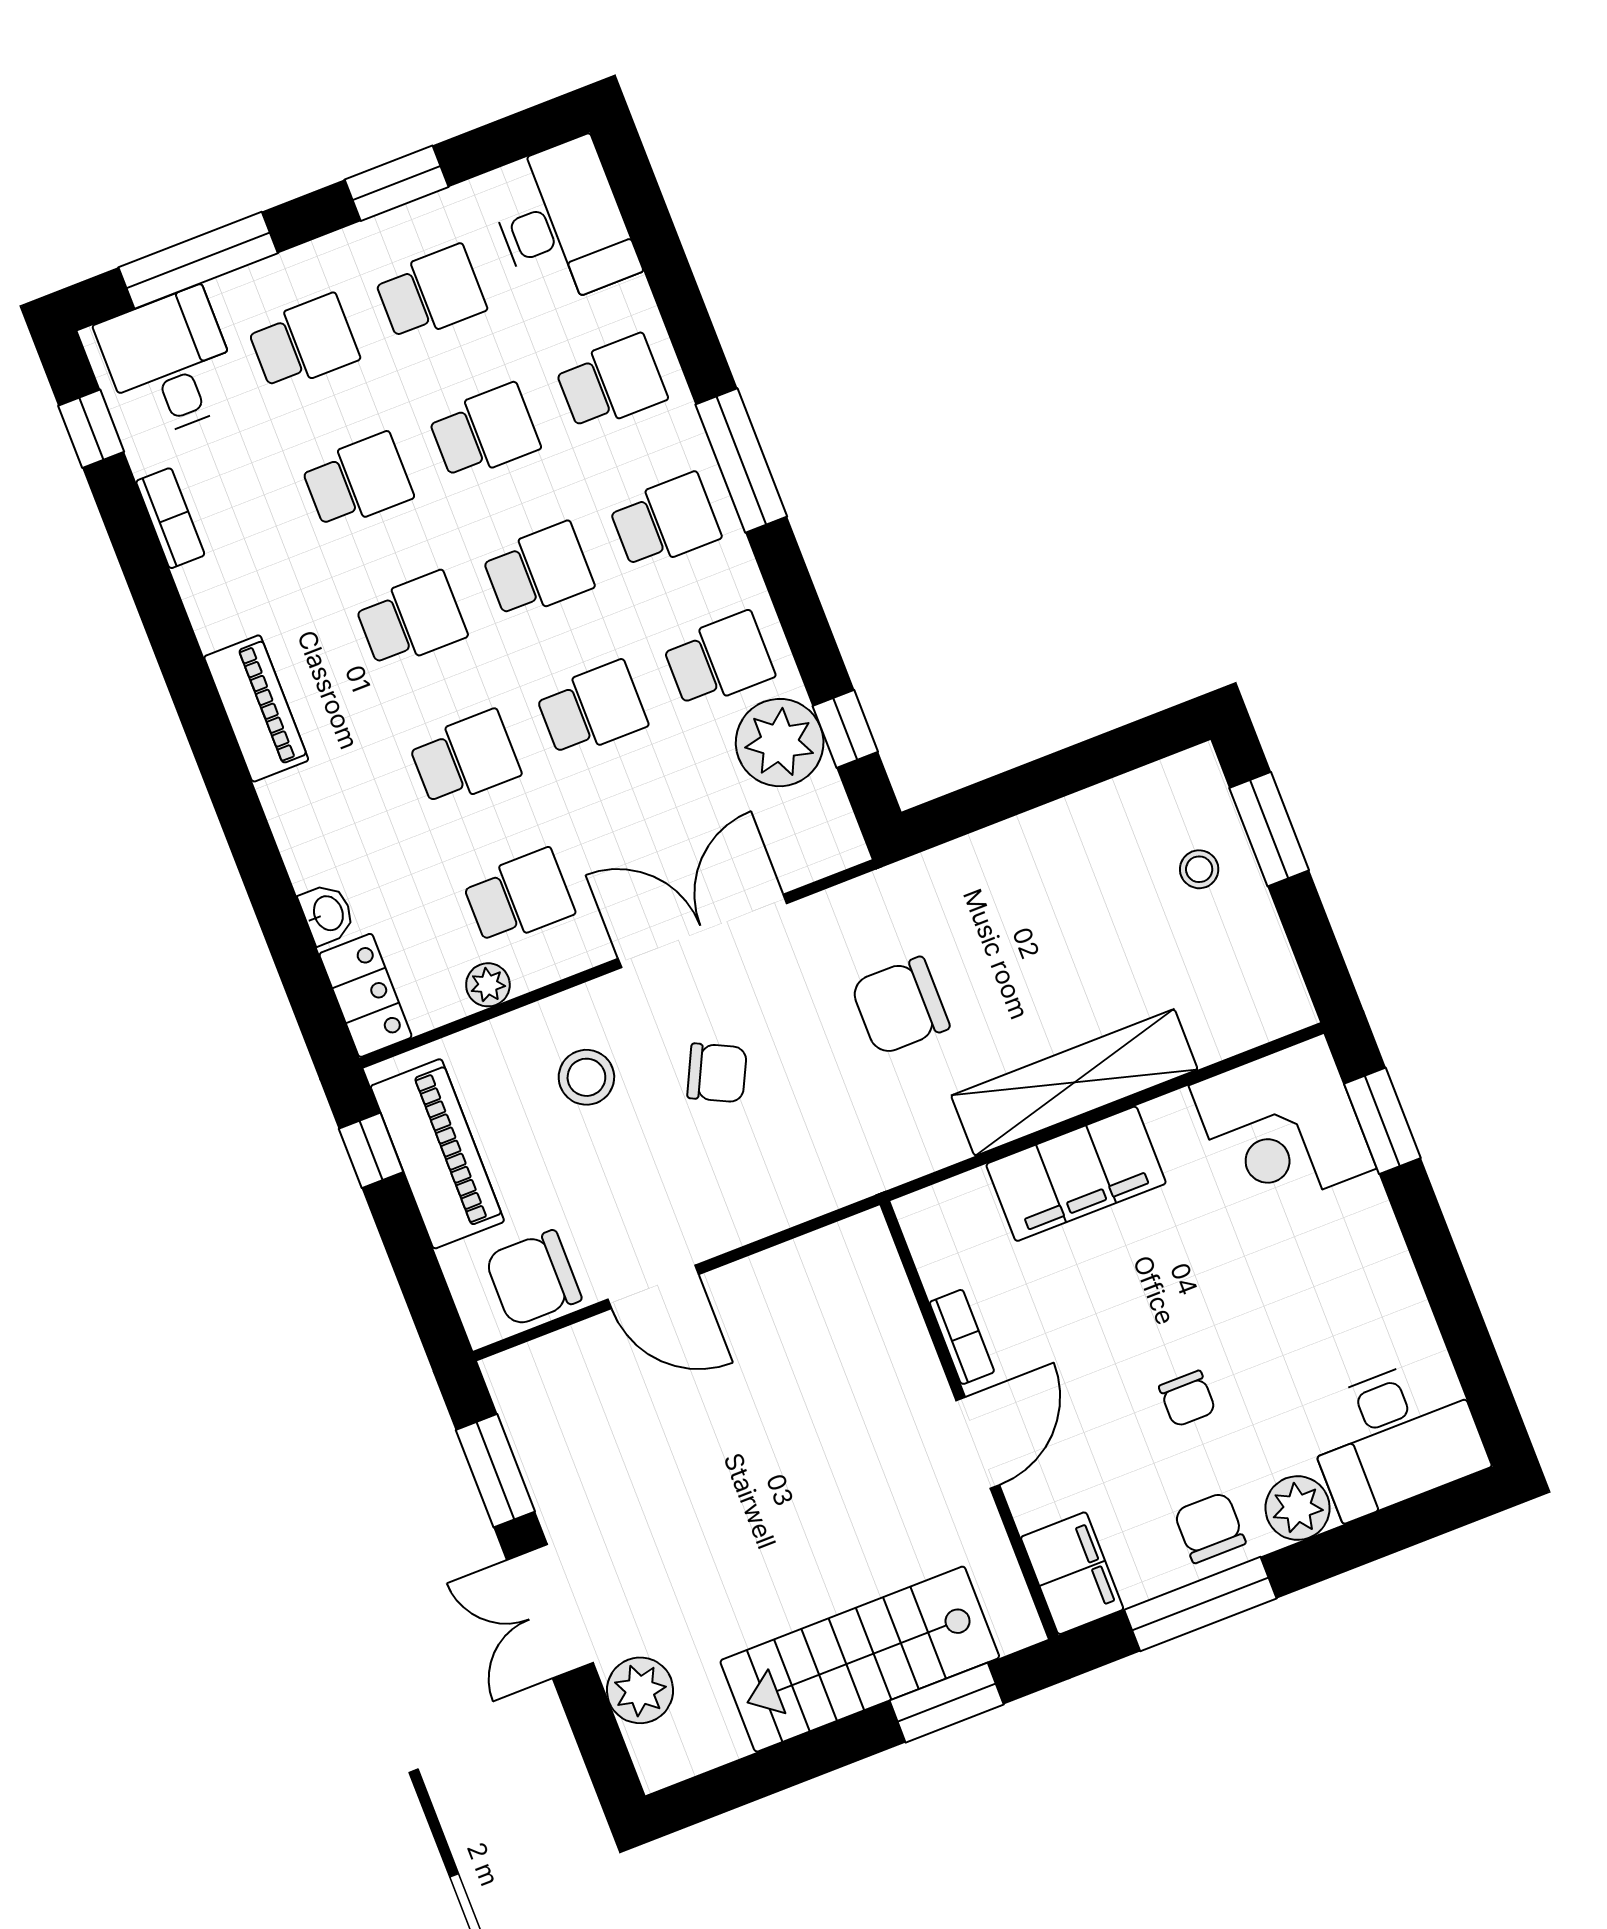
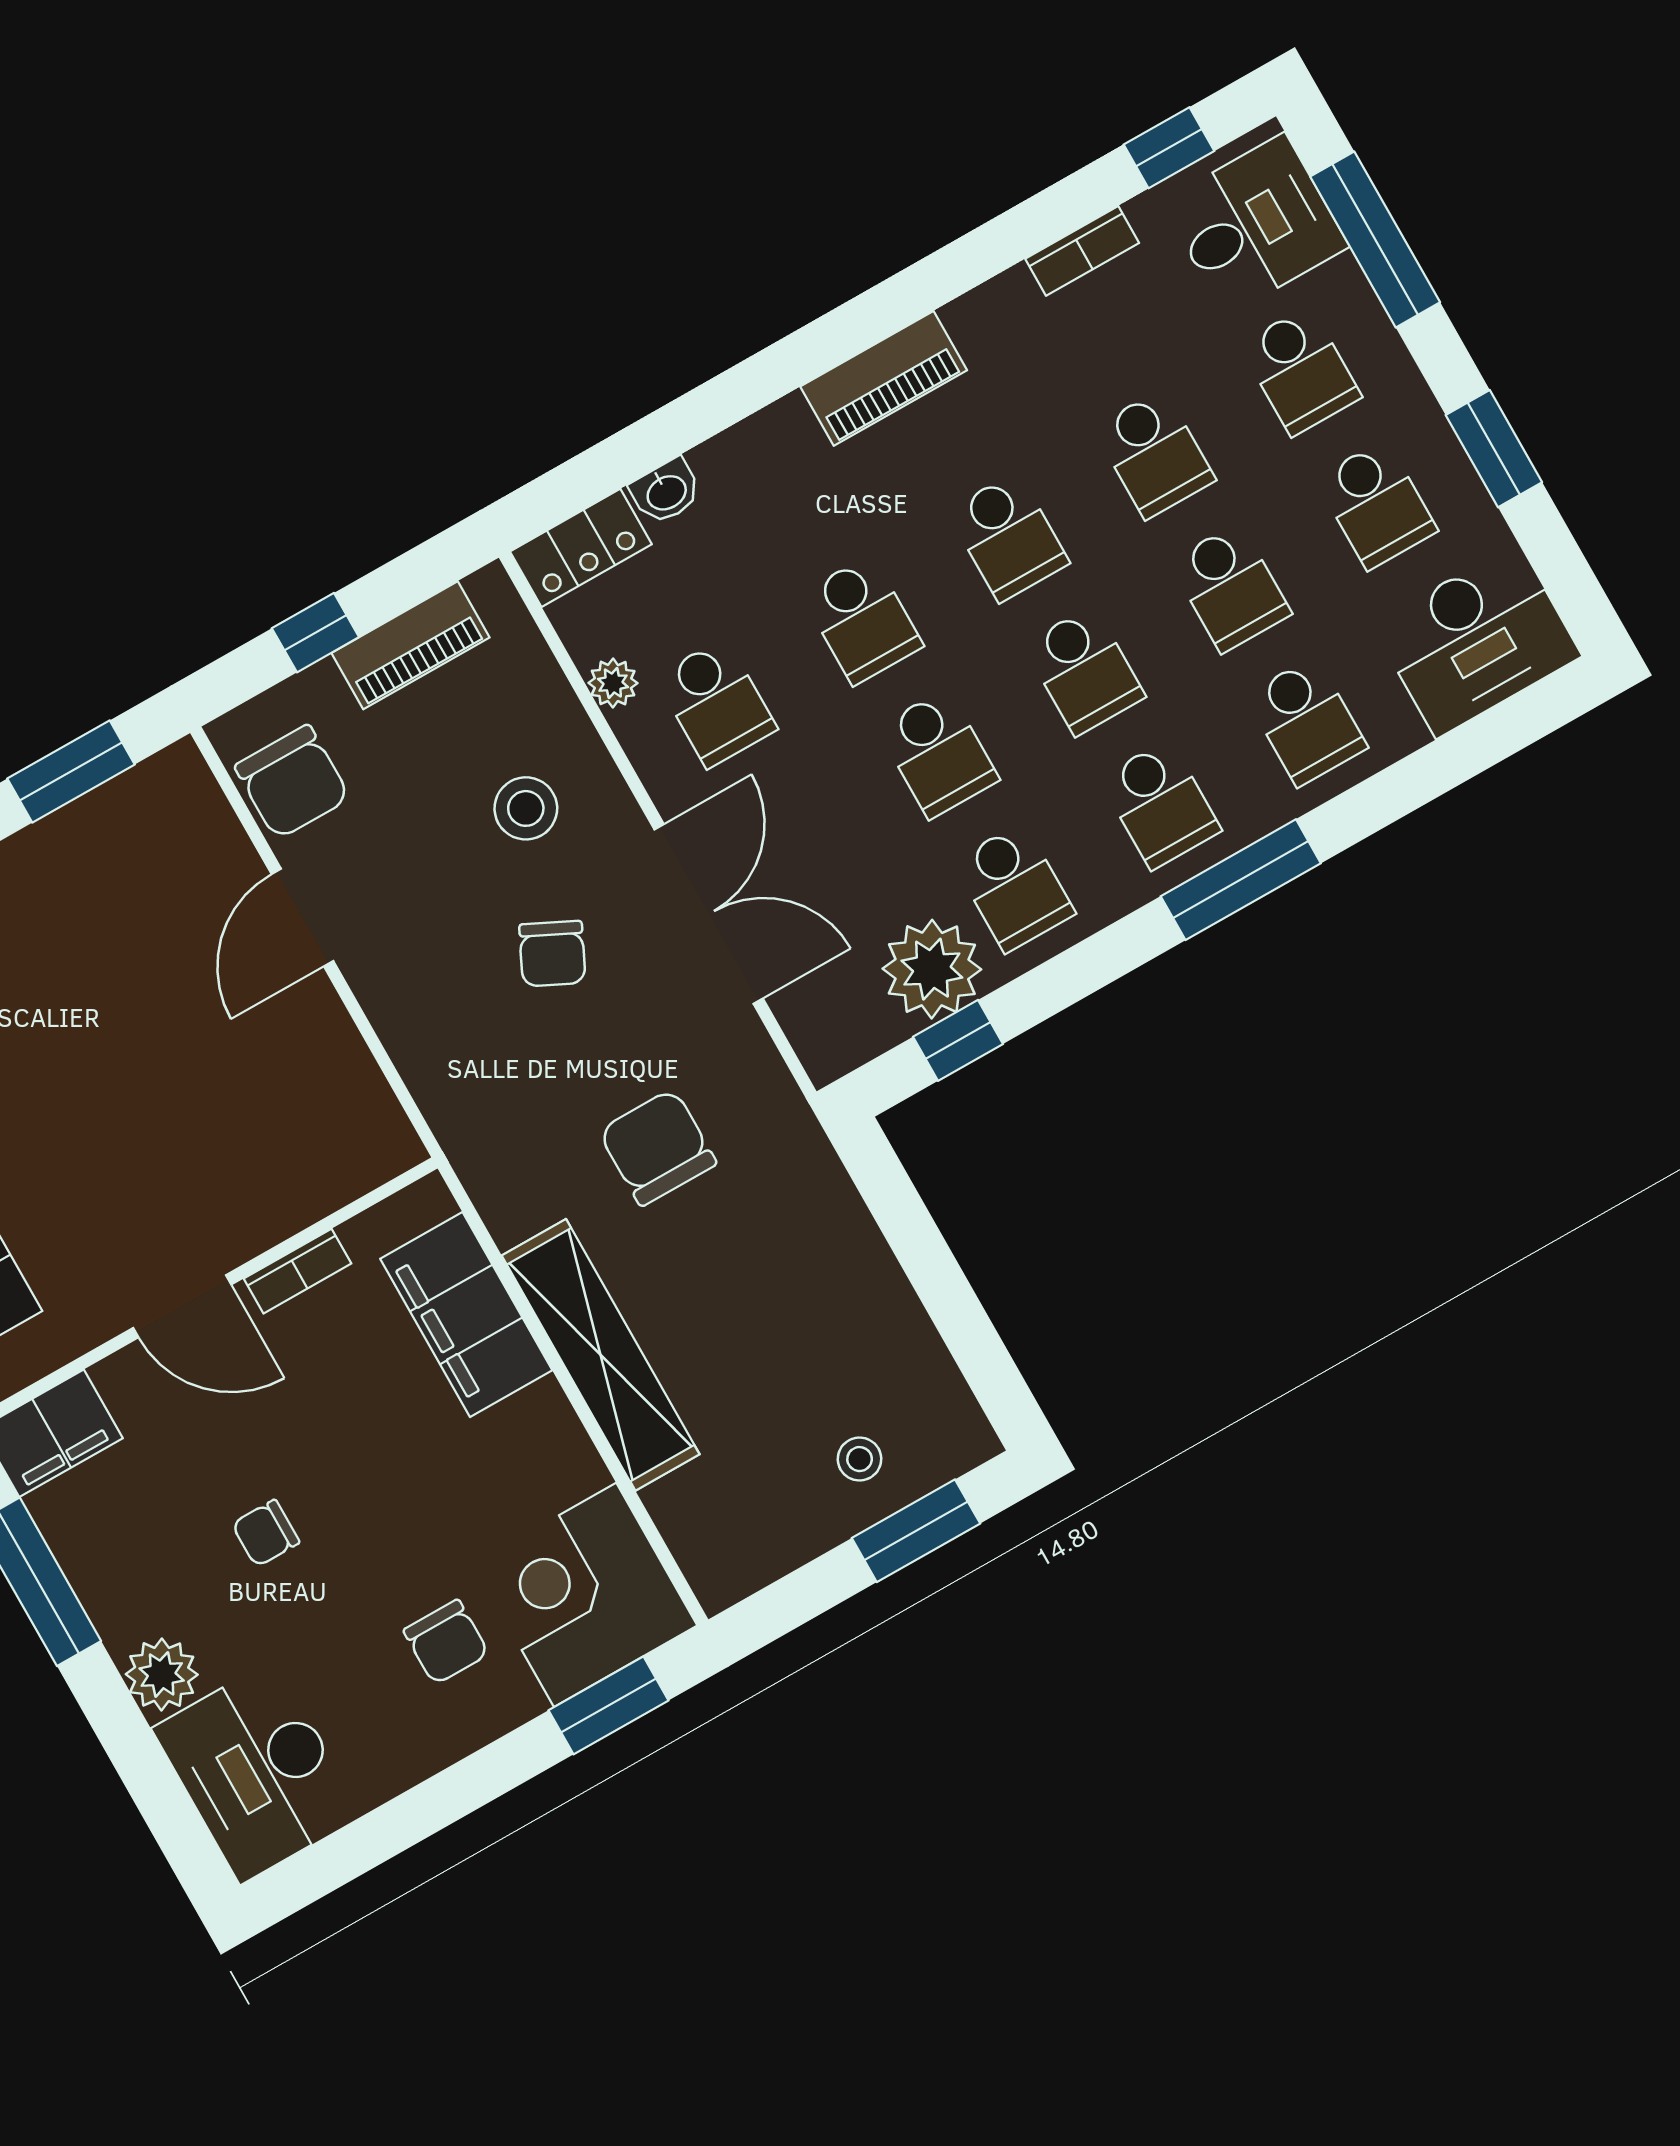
window: (371, 1150) -> (315, 633), moved
piano: (437, 1154) -> (410, 645), width x0.73, depth x0.75
filing cabinet: (1076, 1174) -> (466, 1315), moved
chair: (533, 1278) -> (292, 782), turned 180
chair: (1210, 1528) -> (446, 1642), moved, turned 90

